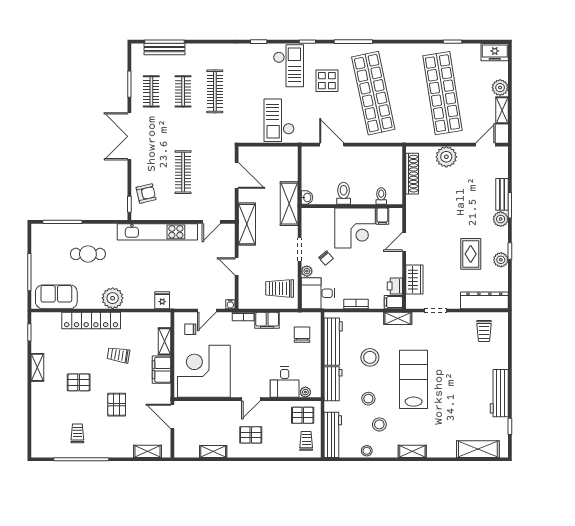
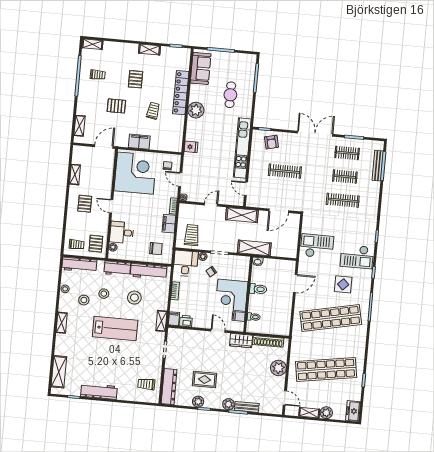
wardrobe: (414, 280) -> (241, 341), moved
shelving: (165, 341) -> (92, 44), moved

